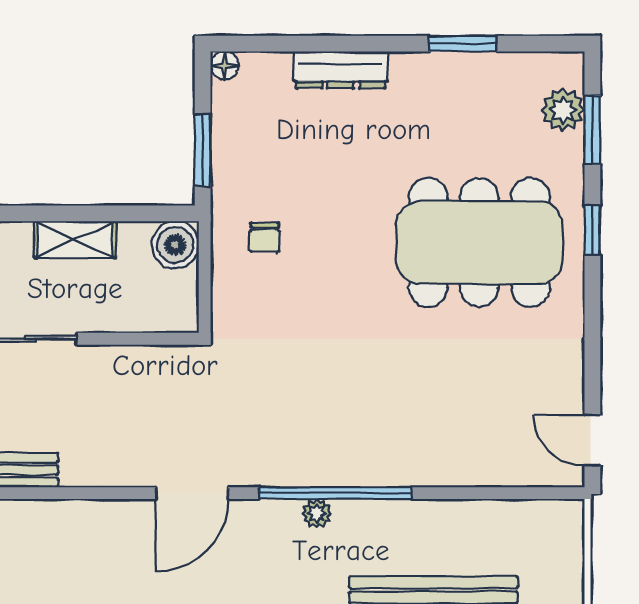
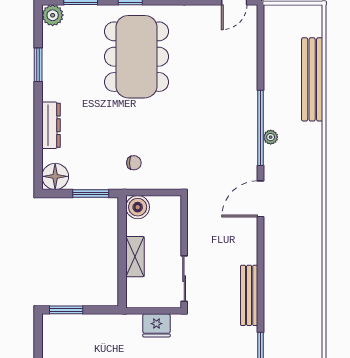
floor lamp: (225, 66) -> (55, 176), width x1.89, depth x1.89
plant: (563, 110) -> (53, 15), moved
door: (192, 493) -> (260, 199), swing flipped

